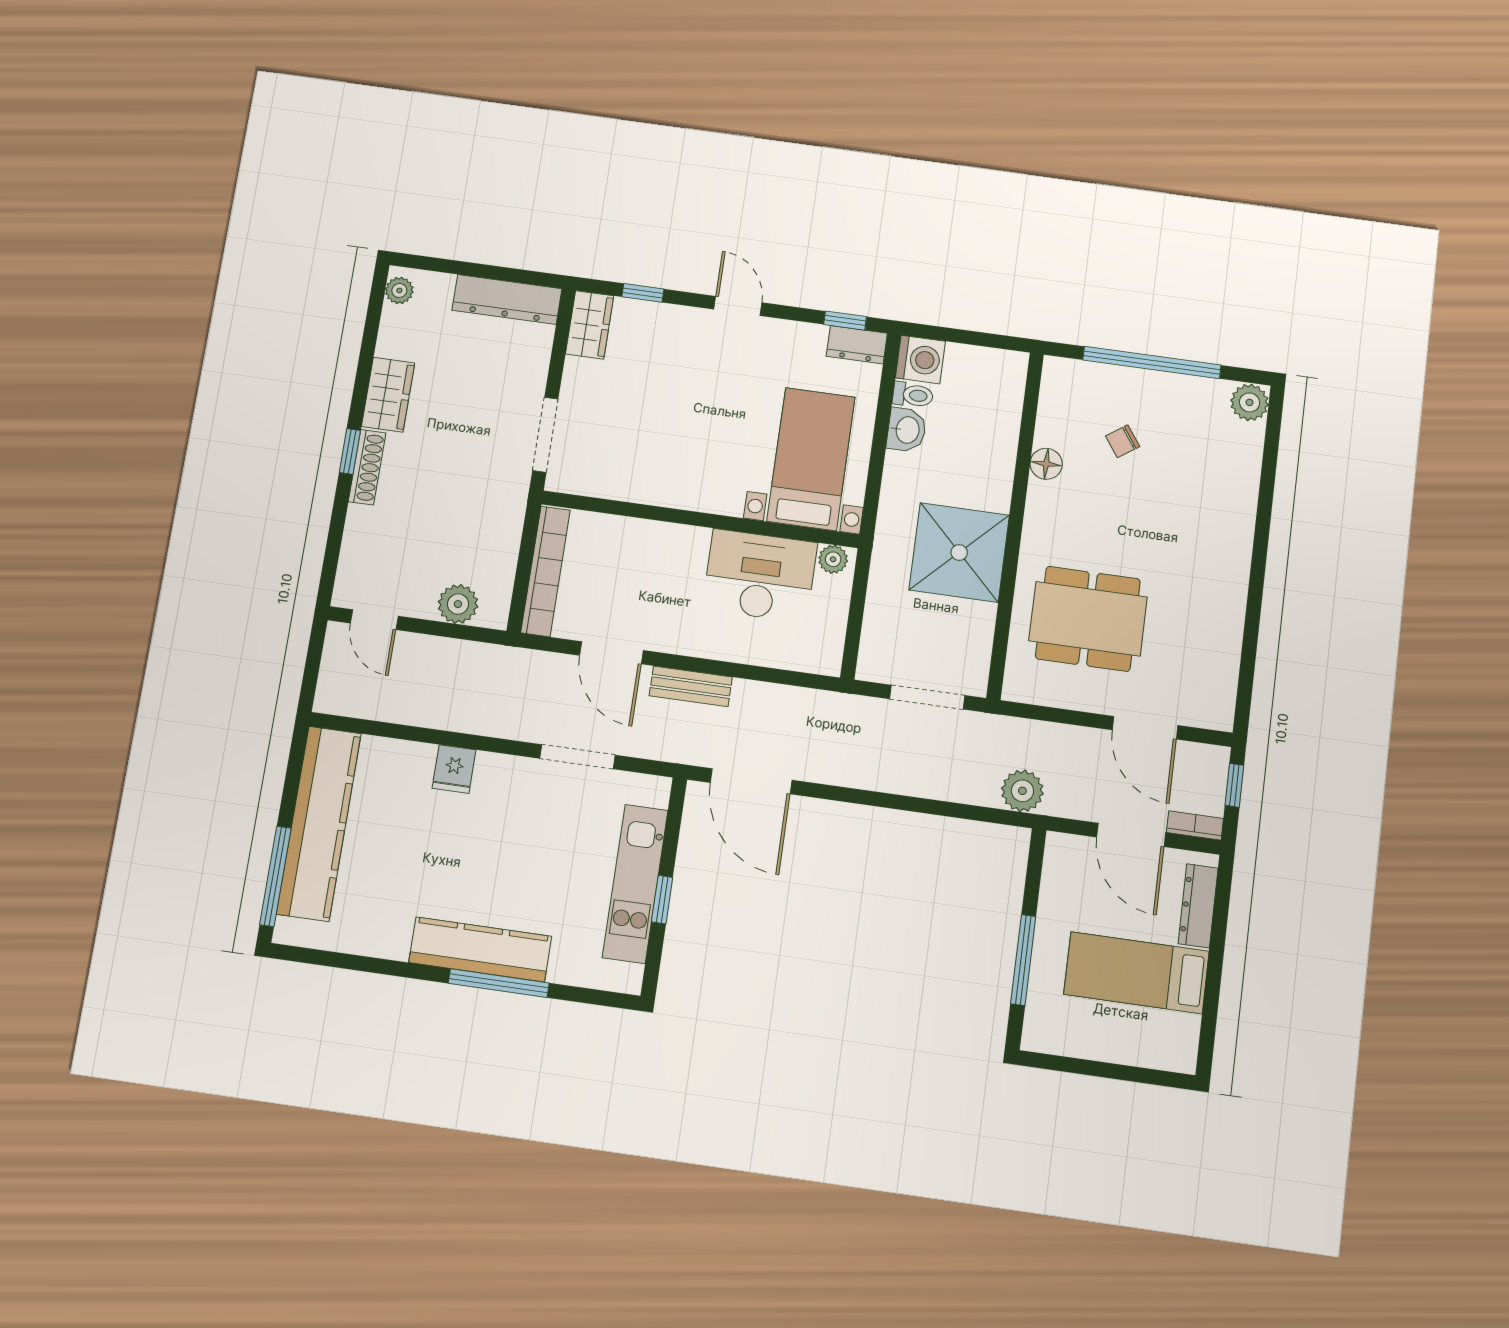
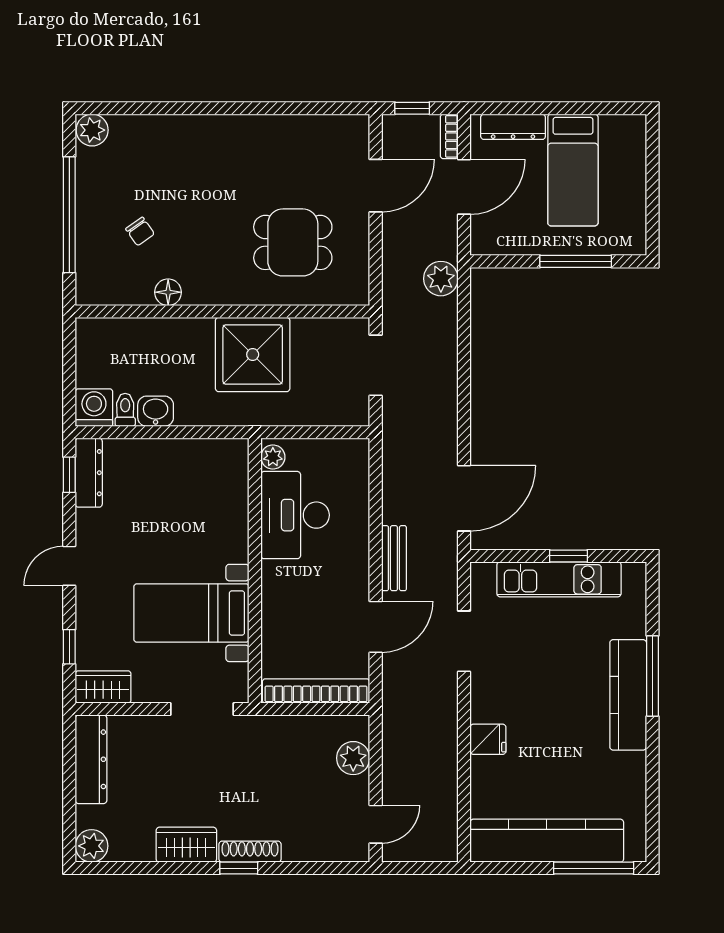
plant: (399, 290) -> (92, 846), width x1.38, depth x1.38
dresser: (857, 345) -> (89, 473), width x1.44
bed with nightstands: (811, 459) -> (191, 613), moved
dining table: (1088, 619) -> (293, 242), width x0.73

